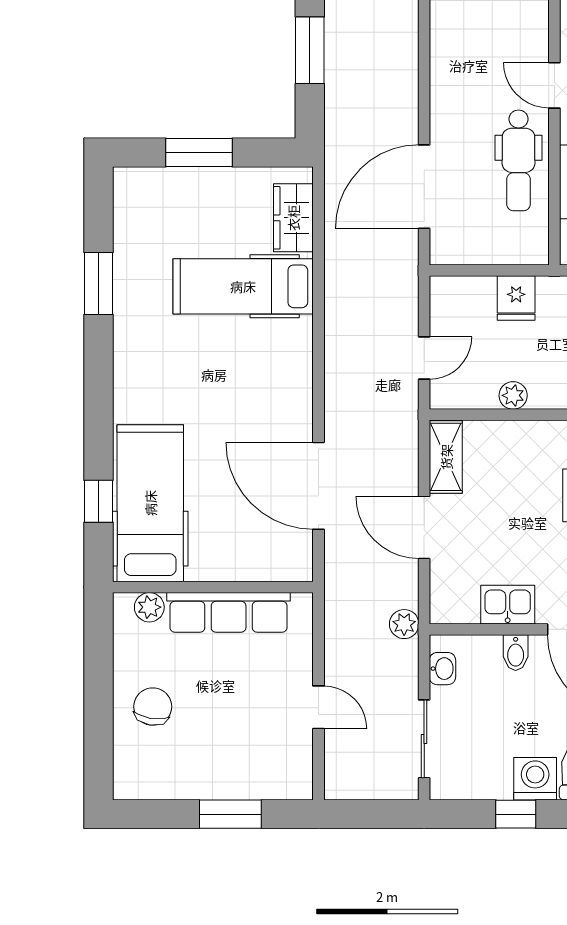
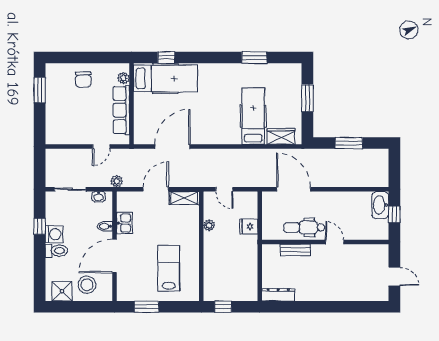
door: (554, 85) -> (335, 242), hinge flipped
chair: (153, 707) -> (83, 79), turned 81
door: (318, 707) -> (101, 147), moved
window: (230, 814) -> (40, 90), moved

